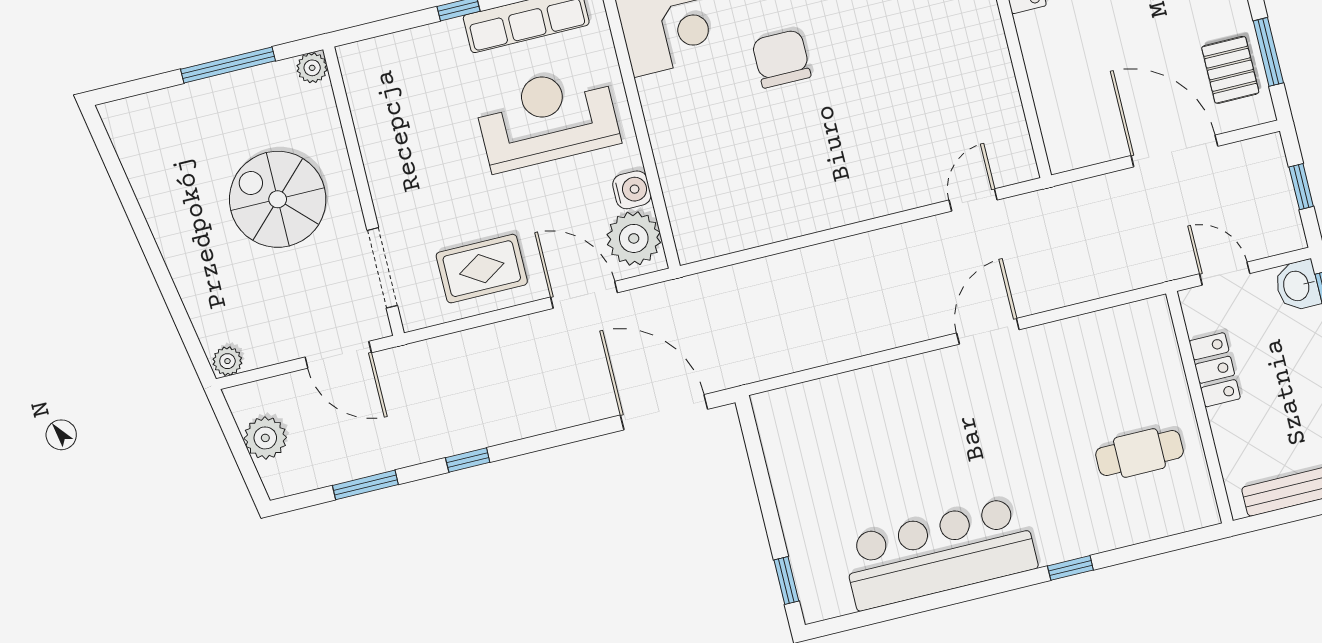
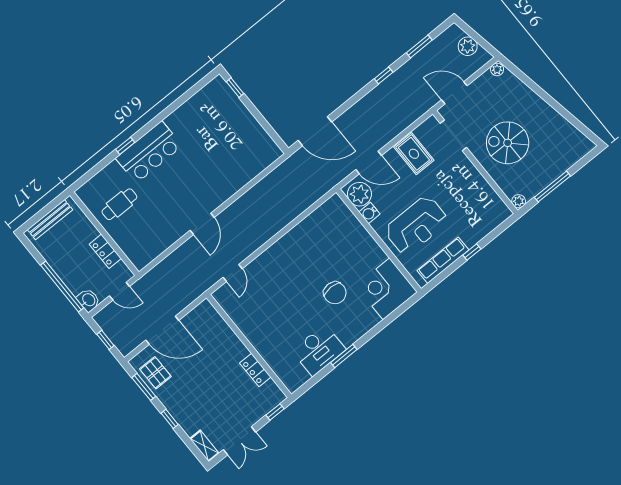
spiral stairs: (278, 199) -> (508, 143), turned 180
rug: (482, 269) -> (414, 154), turned 90
bar counter: (939, 553) -> (149, 152), moved, width x0.73

